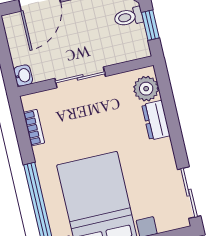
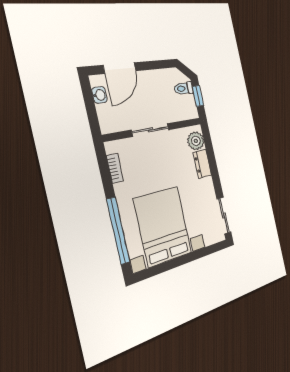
washbasin: (23, 75) -> (99, 95), moved

